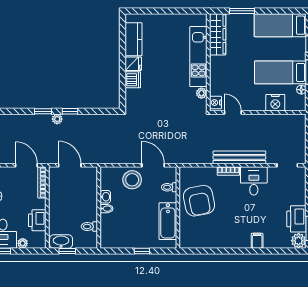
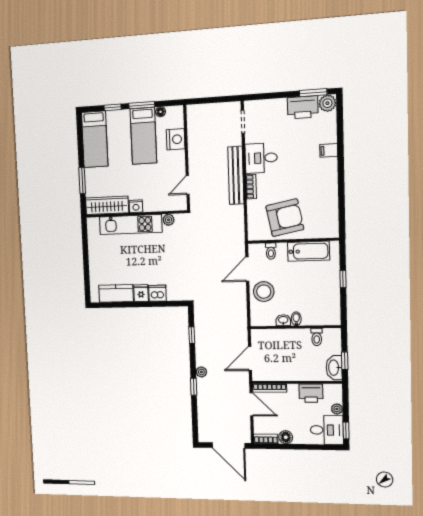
nightstand: (215, 103) -> (136, 206), moved
window: (70, 111) -> (192, 335), moved
door: (26, 165) -> (251, 404), swing flipped

